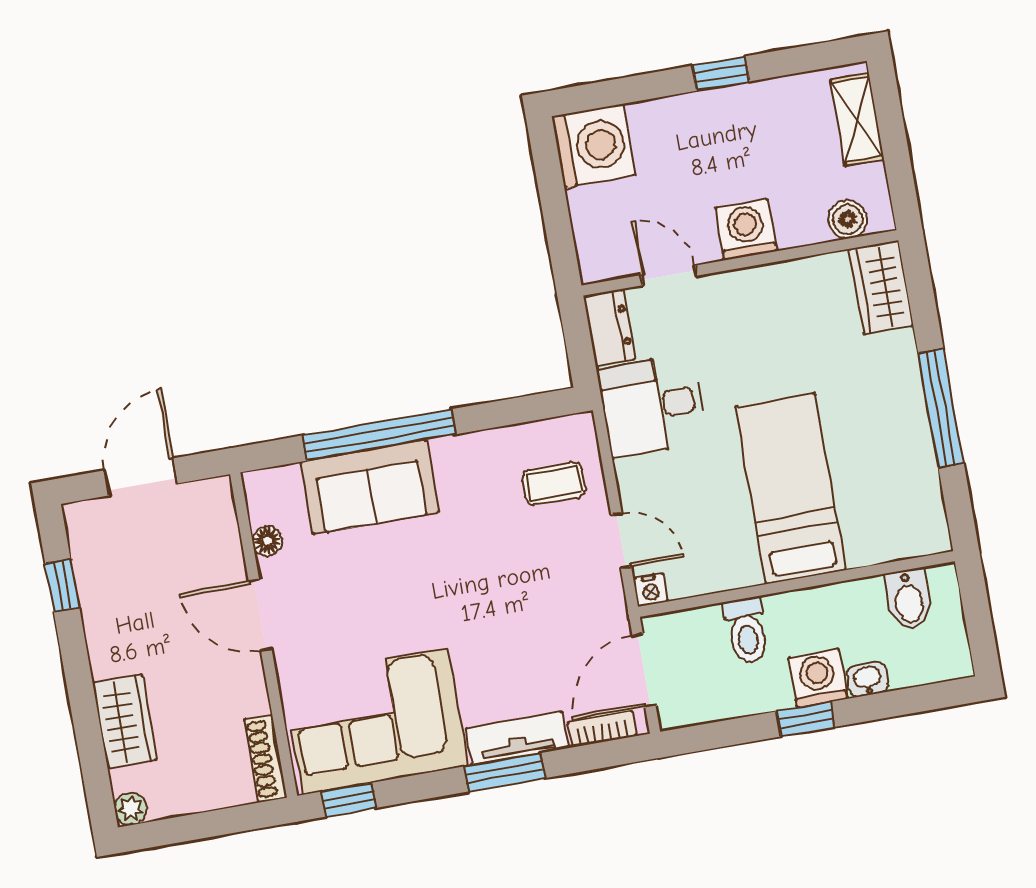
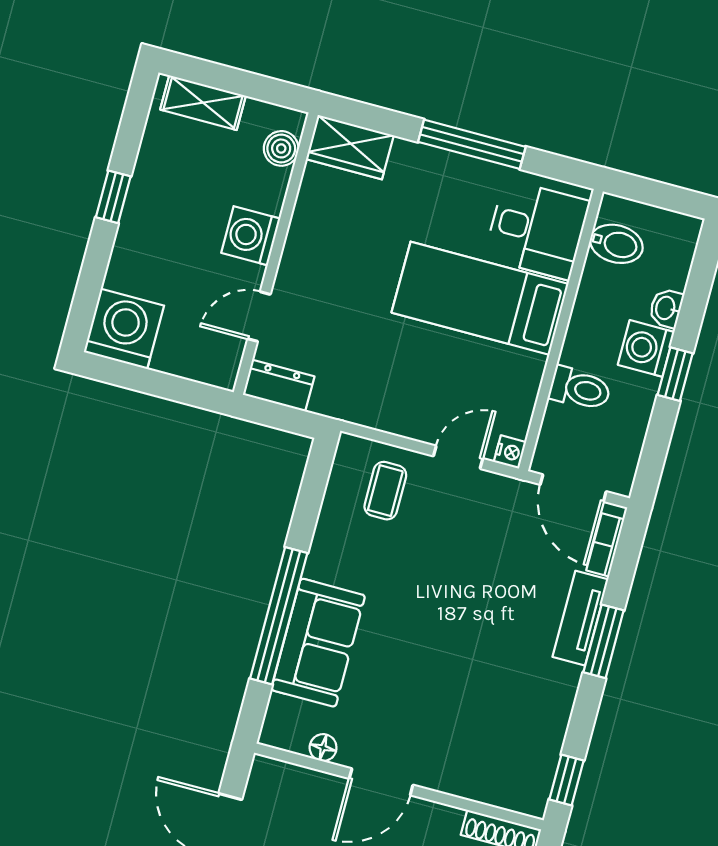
desk: (652, 406) -> (537, 230), moved, turned -90
corner sofa: (376, 721) -> (513, 728), removed

